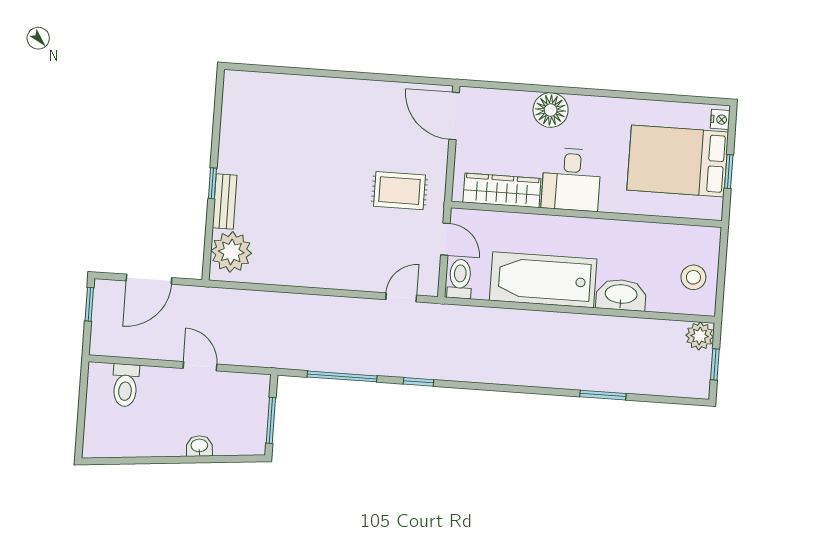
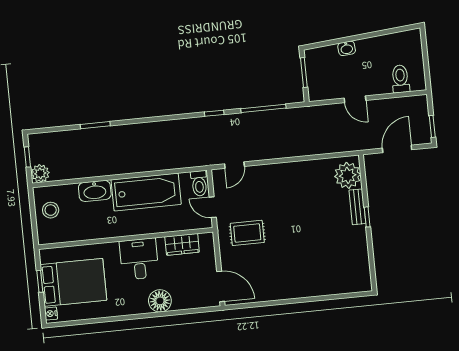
wardrobe: (502, 190) -> (182, 244), width x0.67

